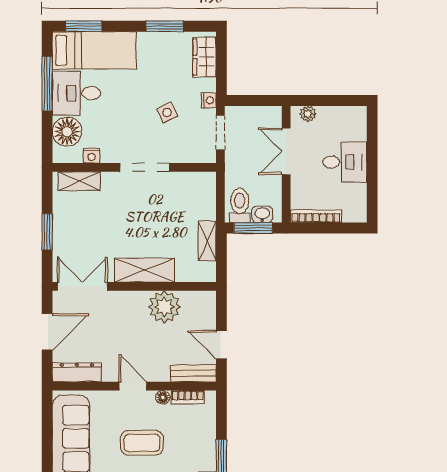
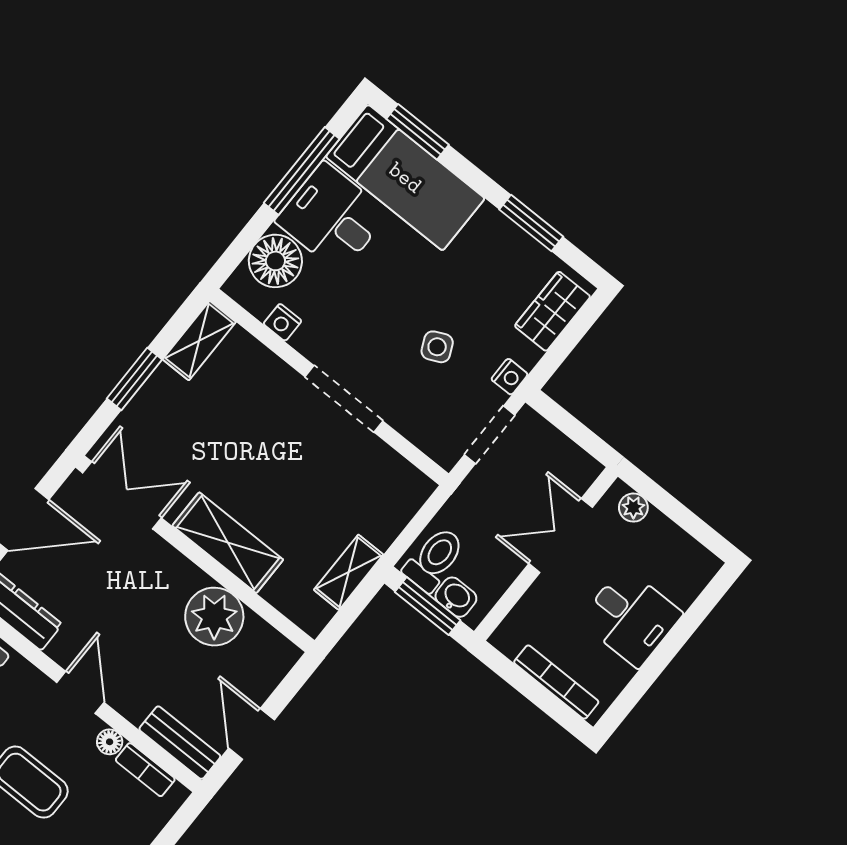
shelving: (79, 181) -> (199, 341), moved, turned 90
bookcase: (316, 216) -> (556, 682), moved

